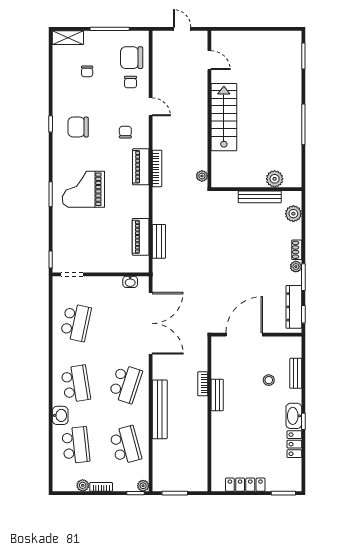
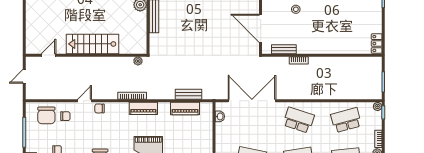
chair: (125, 132) -> (100, 108), moved
piano: (141, 167) -> (143, 108), moved
bench: (217, 395) -> (284, 49), moved
bench: (160, 409) -> (318, 94), removed
locker: (245, 485) -> (377, 44), moved, width x0.66

